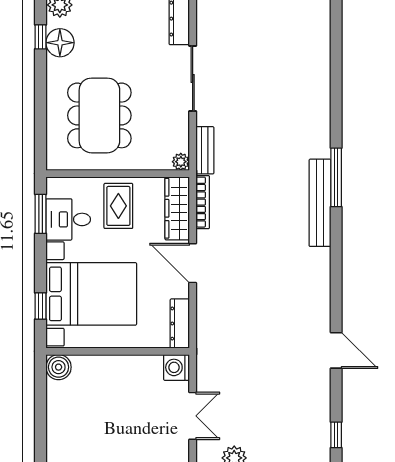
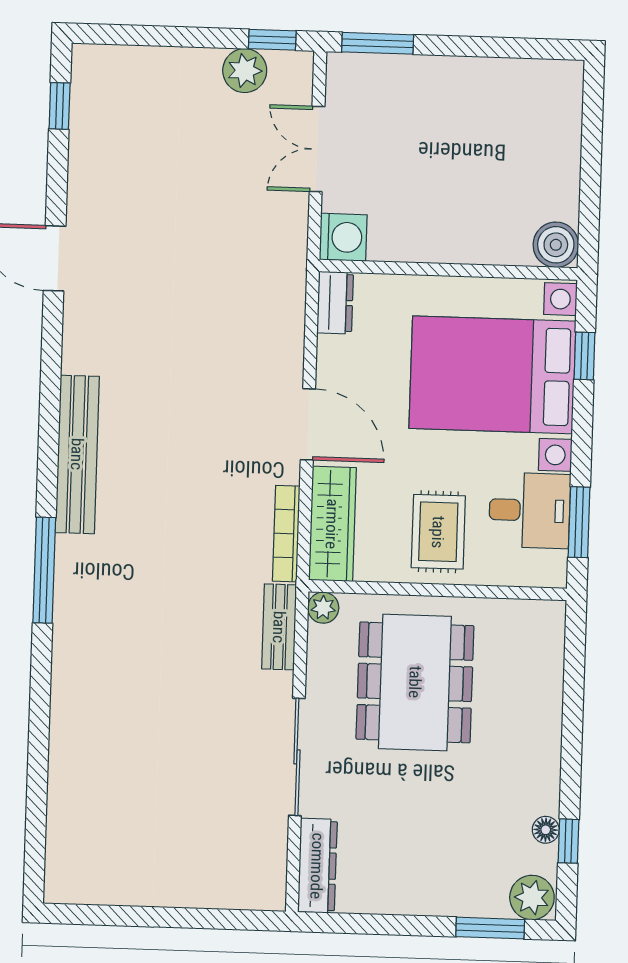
floor lamp: (60, 43) -> (546, 830), width x0.53, depth x0.53
dining table: (99, 115) -> (415, 682), moved
bench: (320, 203) -> (77, 454), moved
dresser: (180, 324) -> (335, 303), width x0.70

